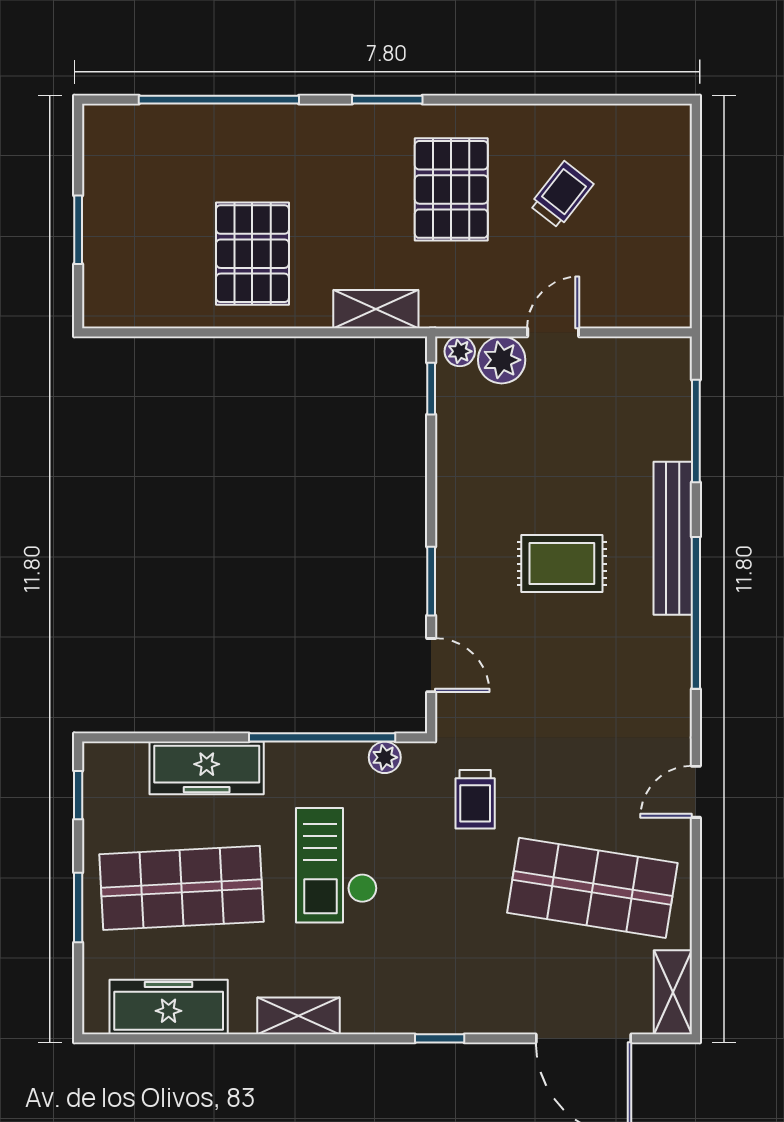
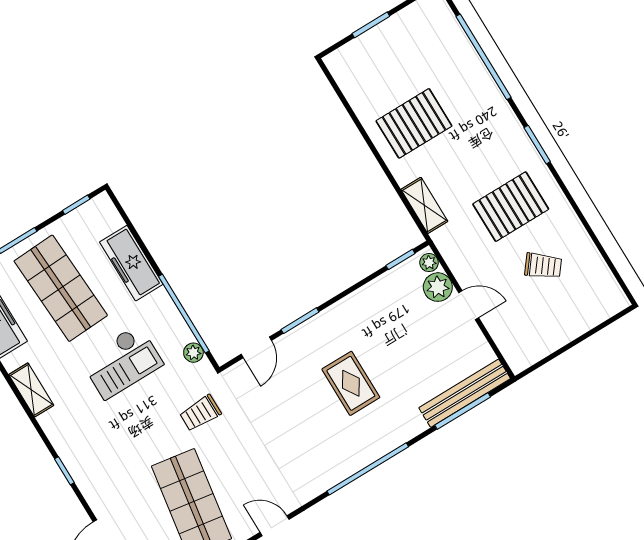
bench: (673, 538) -> (465, 393), moved
checkout: (337, 865) -> (122, 362), turned 180

